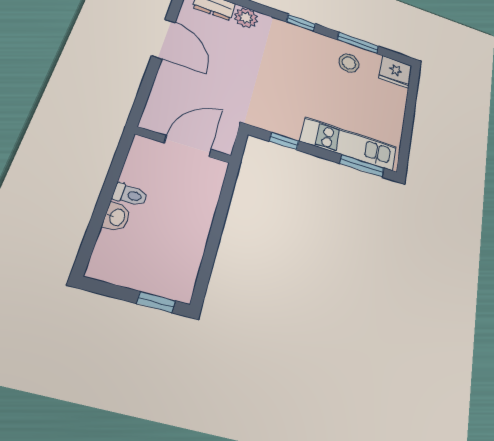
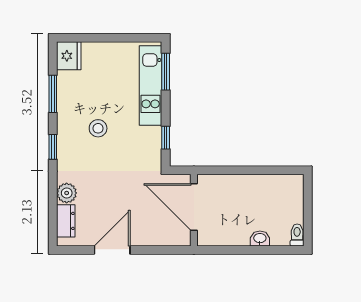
stool: (349, 63) -> (98, 128), moved
door: (188, 146) -> (194, 207), width x1.36
toilet: (130, 195) -> (297, 235), moved
window: (156, 302) -> (308, 196), removed

